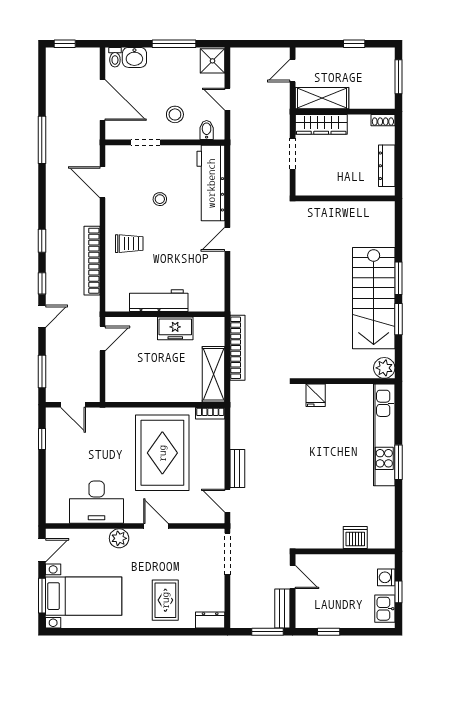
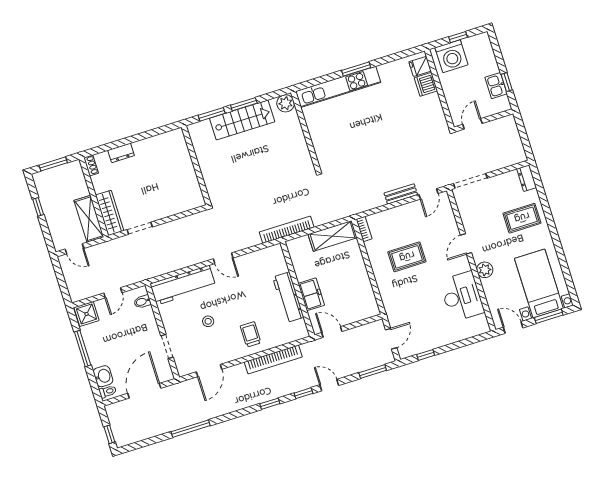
stool: (175, 114) -> (138, 330), removed
dresser: (387, 166) -> (121, 153), width x0.70
wall: (345, 198) -> (196, 165), moved
stairs: (374, 298) -> (242, 120), width x0.73, depth x0.66
freezer: (175, 328) -> (311, 294), moved
bookcase: (237, 348) -> (287, 230), moved
fridge: (316, 395) -> (420, 66), moved, turned 180
rug: (162, 453) -> (407, 257), width x0.54, depth x0.49
washing machine: (386, 577) -> (451, 56), width x1.89, depth x1.89
bench: (282, 609) -> (500, 124), removed
kitchen sink: (385, 609) -> (496, 86), moved, turned 90
window: (268, 632) -> (522, 130), removed

